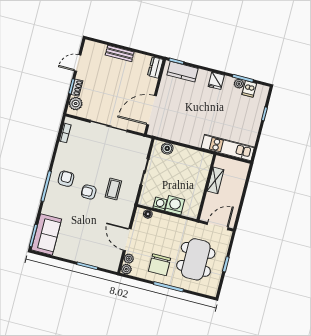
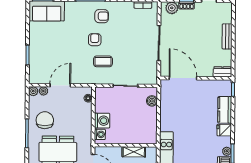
kitchen counter: (183, 72) -> (225, 110), moved
washing machine: (160, 204) -> (100, 134), moved
chair: (159, 265) -> (45, 120), turned 90

